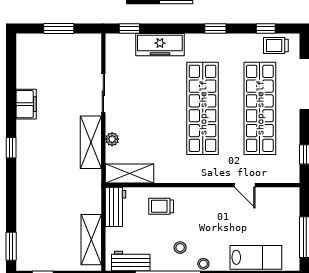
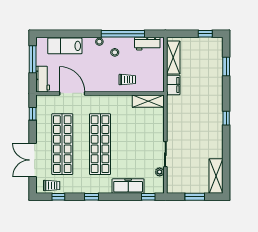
filing cabinet: (26, 104) -> (173, 85), moved, turned 180
plant: (112, 139) -> (160, 172), moved
shelving: (91, 142) -> (216, 176), moved
door: (245, 185) -> (72, 93), width x1.87
workbench: (116, 207) -> (43, 79), moved, turned 180
window: (11, 246) -> (226, 67), moved

